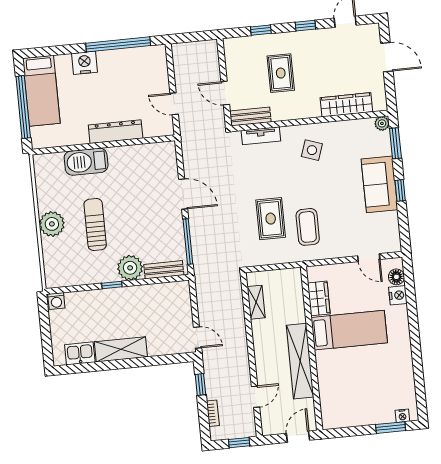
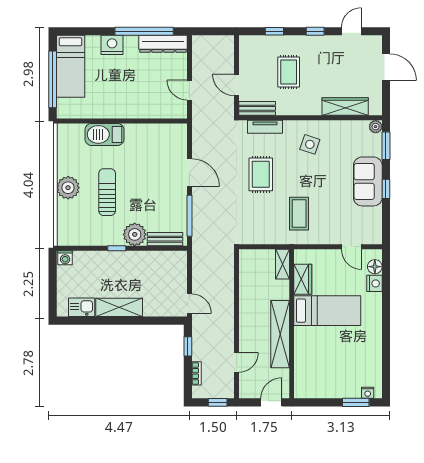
dresser: (116, 132) -> (163, 44), moved, turned 180
rug: (271, 219) -> (261, 174), moved
shelving: (256, 302) -> (282, 264), moved

